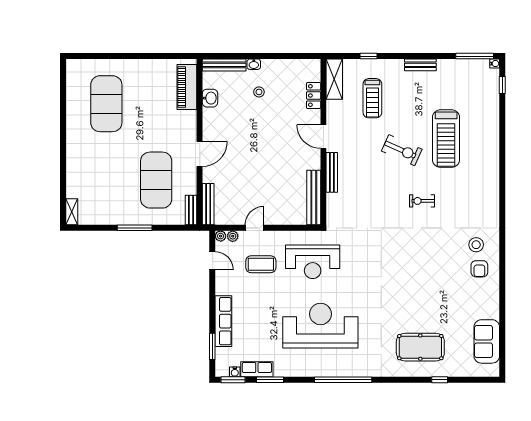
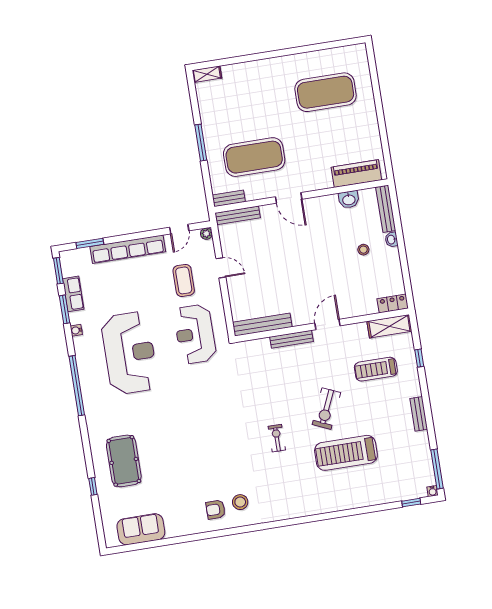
locker: (314, 95) -> (393, 304), moved
plant: (233, 236) -> (208, 246), removed
row of seats: (223, 321) -> (128, 249), width x1.36
water cooler: (235, 372) -> (76, 330), moved

